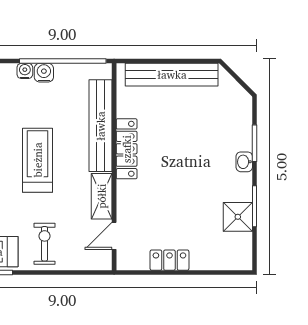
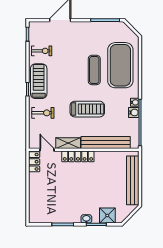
locker: (127, 149) -> (78, 156), moved
shower: (238, 217) -> (107, 216), moved
locker: (169, 260) -> (34, 162), moved

